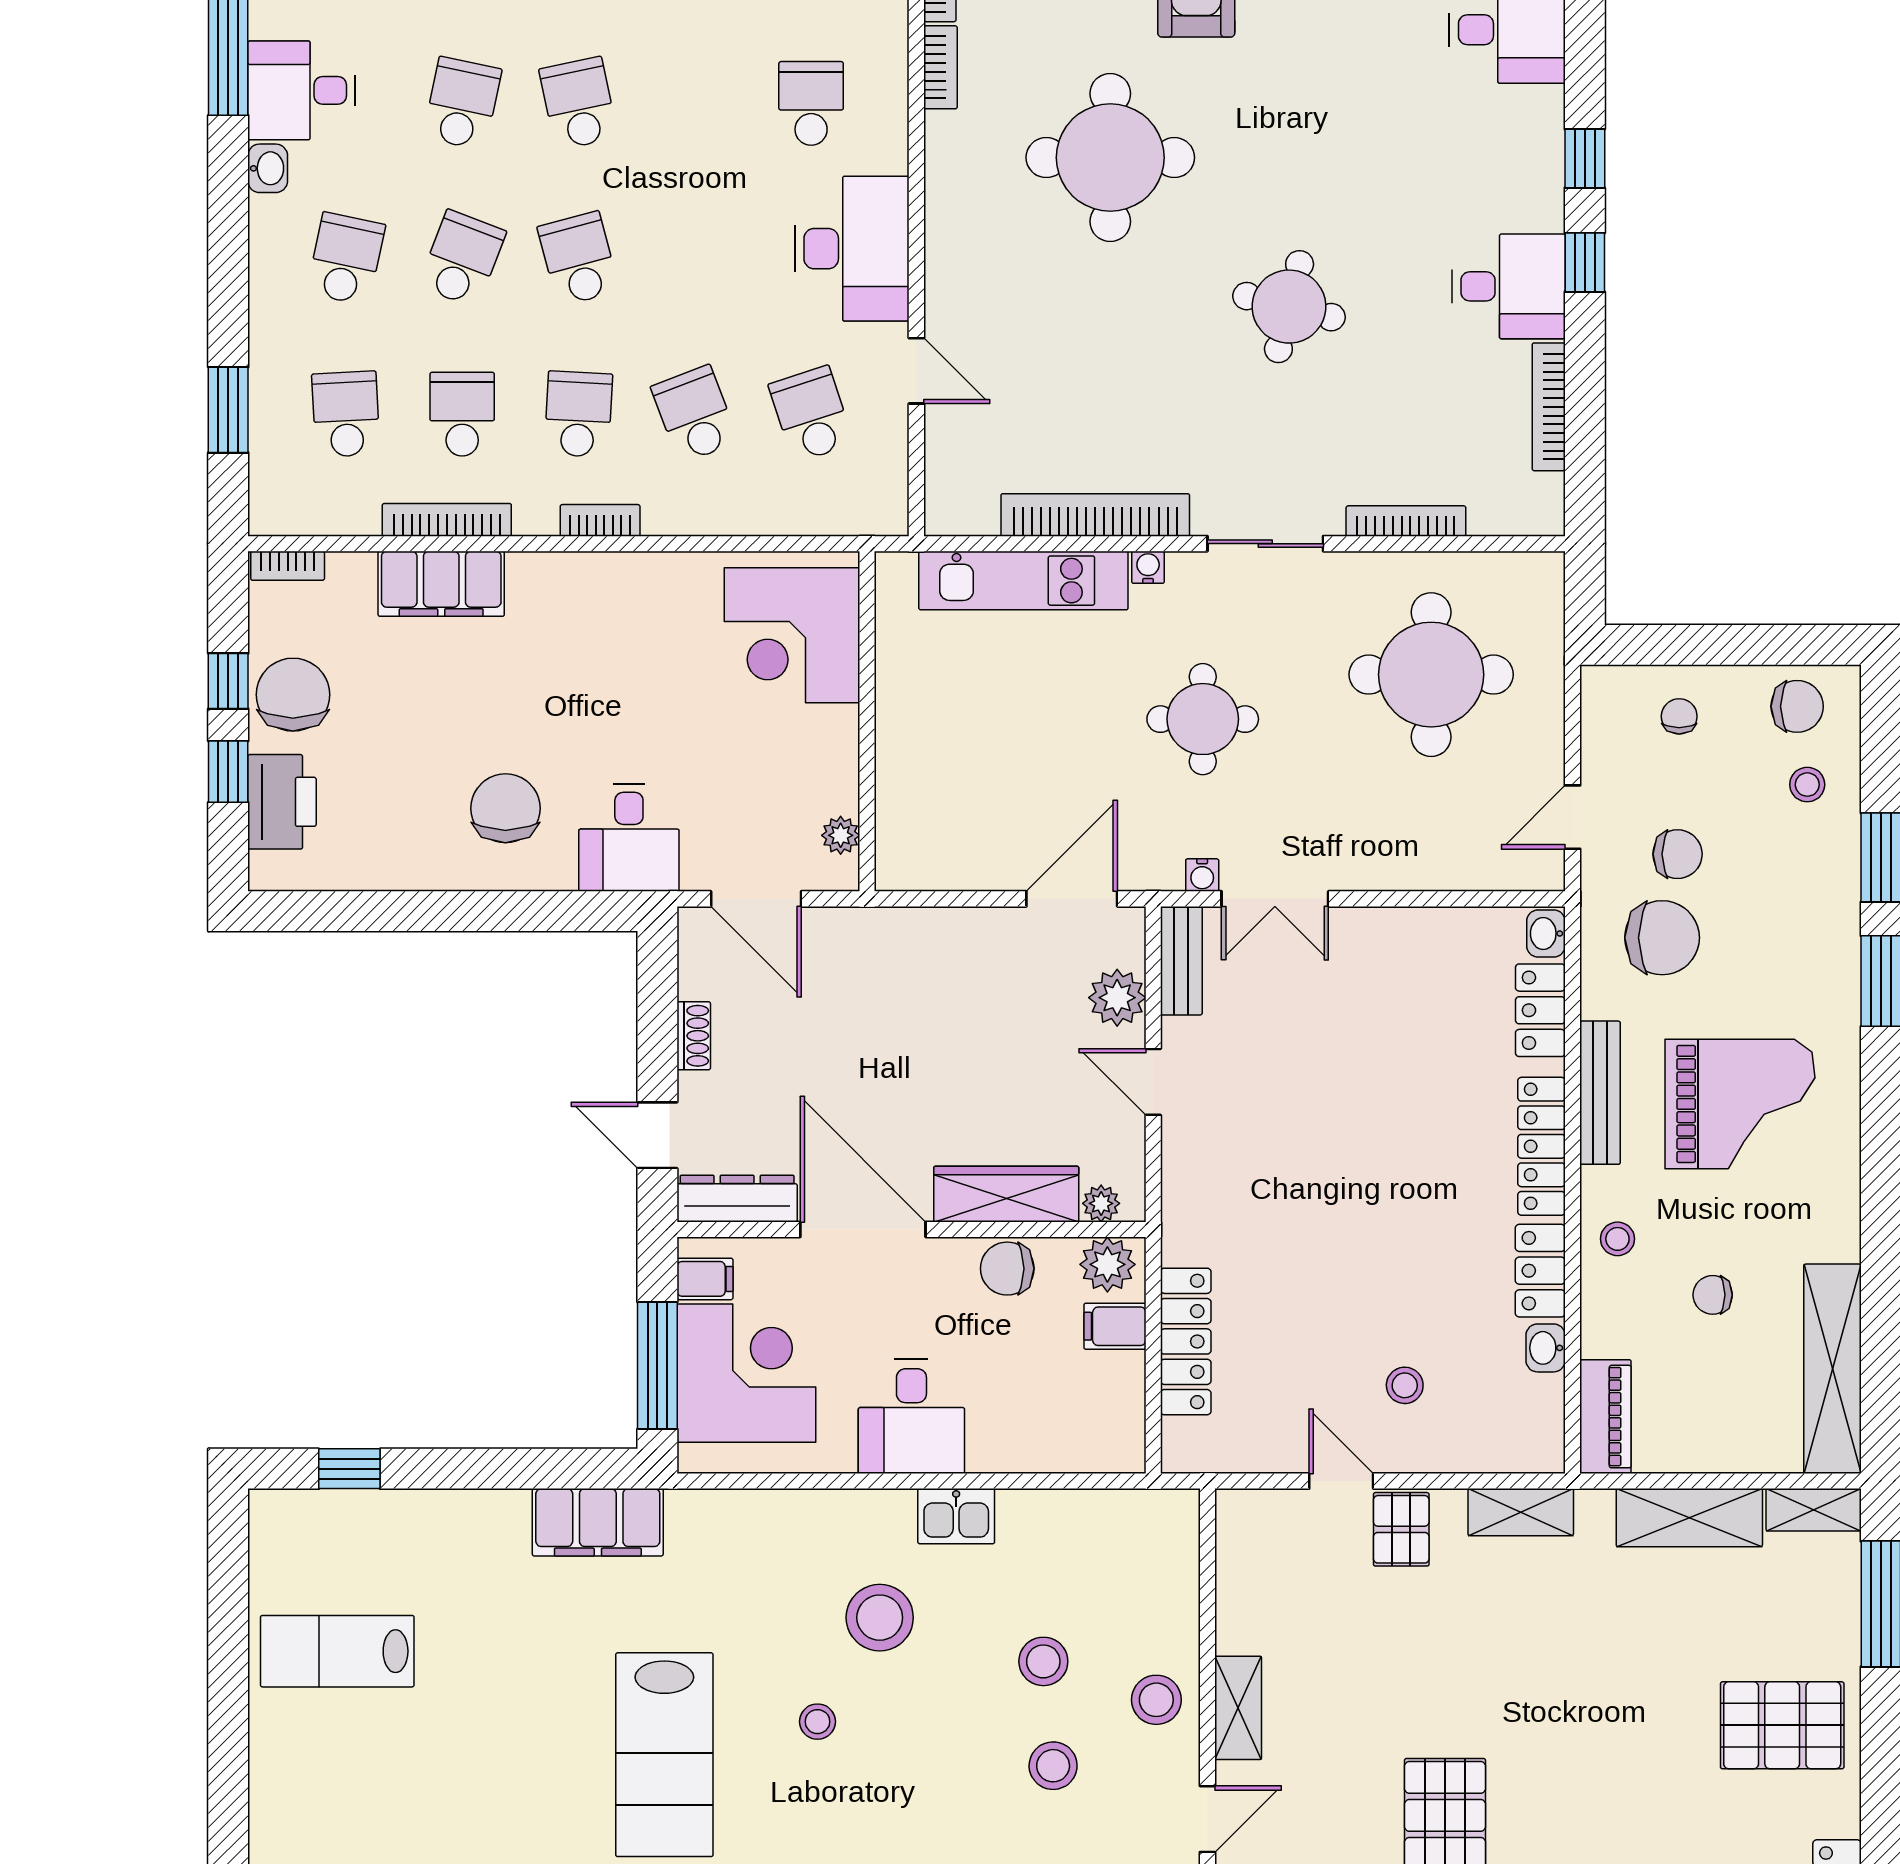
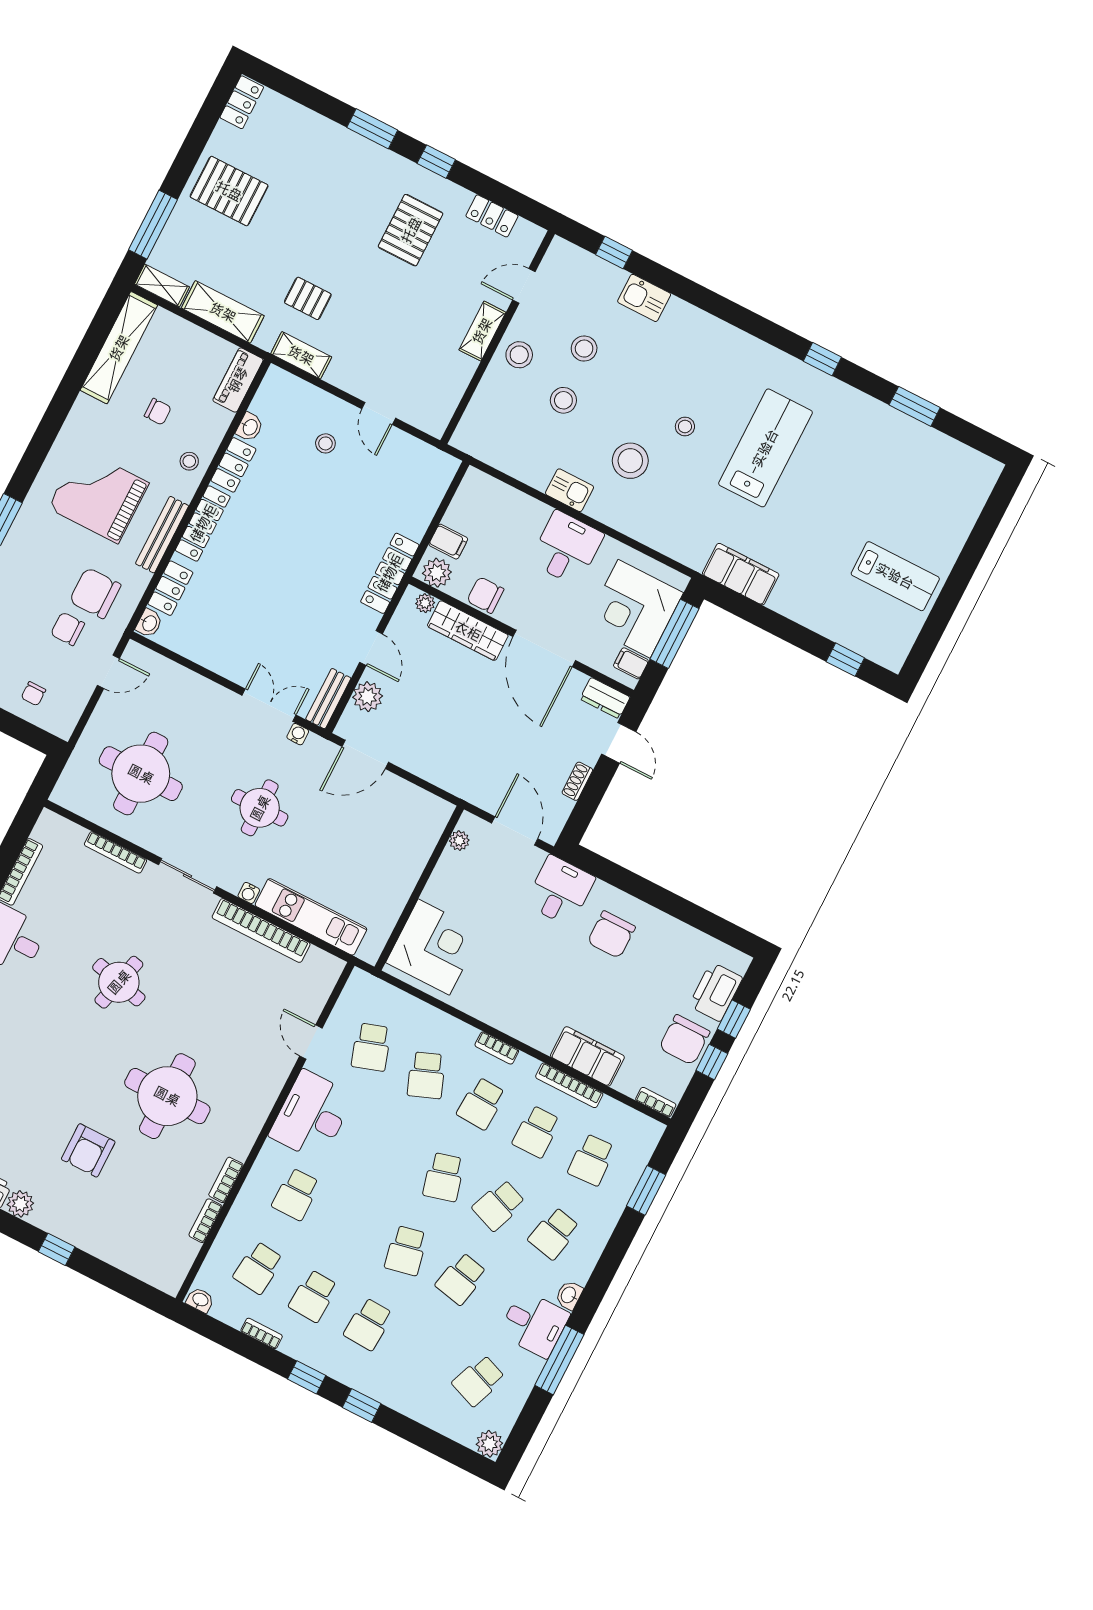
dresser: (737, 1199) -> (605, 698), width x0.70
chair: (1007, 1269) -> (485, 595), turned 180
locker: (1186, 1341) -> (390, 573), moved
pallet: (1401, 1529) -> (308, 298), moved, turned 90

